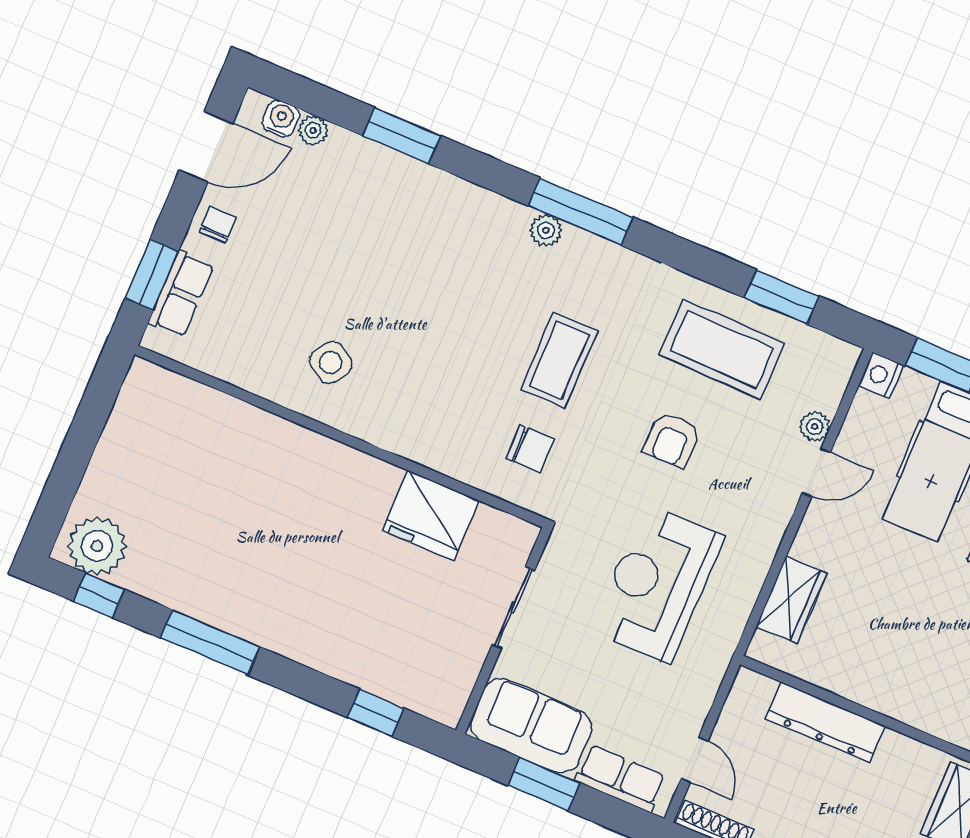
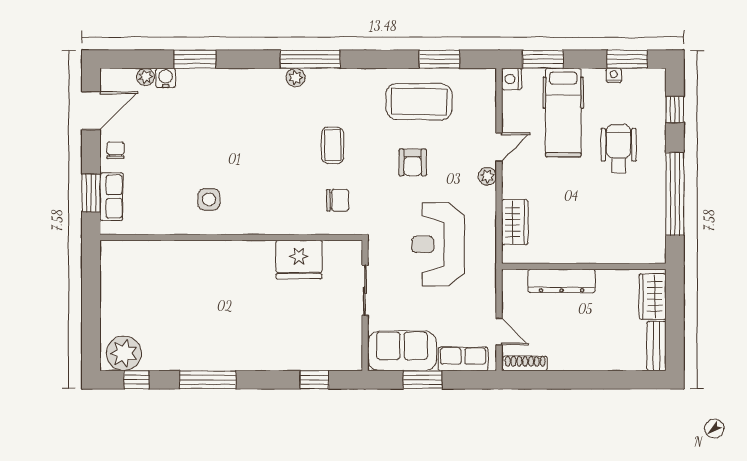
water cooler: (281, 119) -> (166, 78), moved
coffee table: (559, 360) -> (333, 145), width x0.73, depth x0.77
side table: (331, 363) -> (209, 199), turned -31
plant: (815, 426) -> (487, 176), moved

